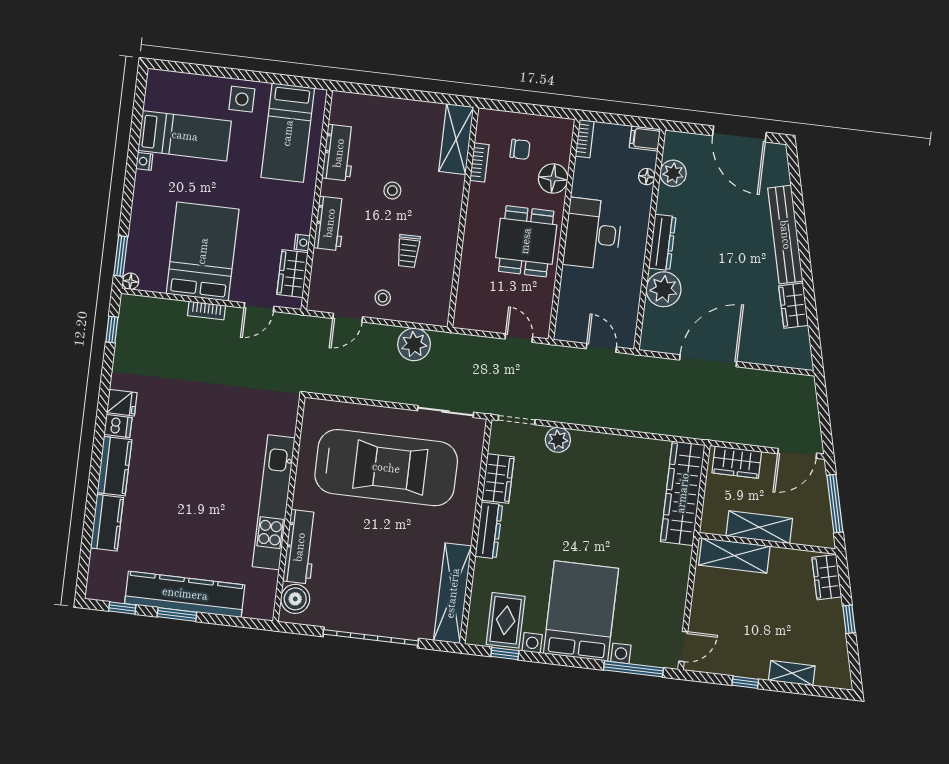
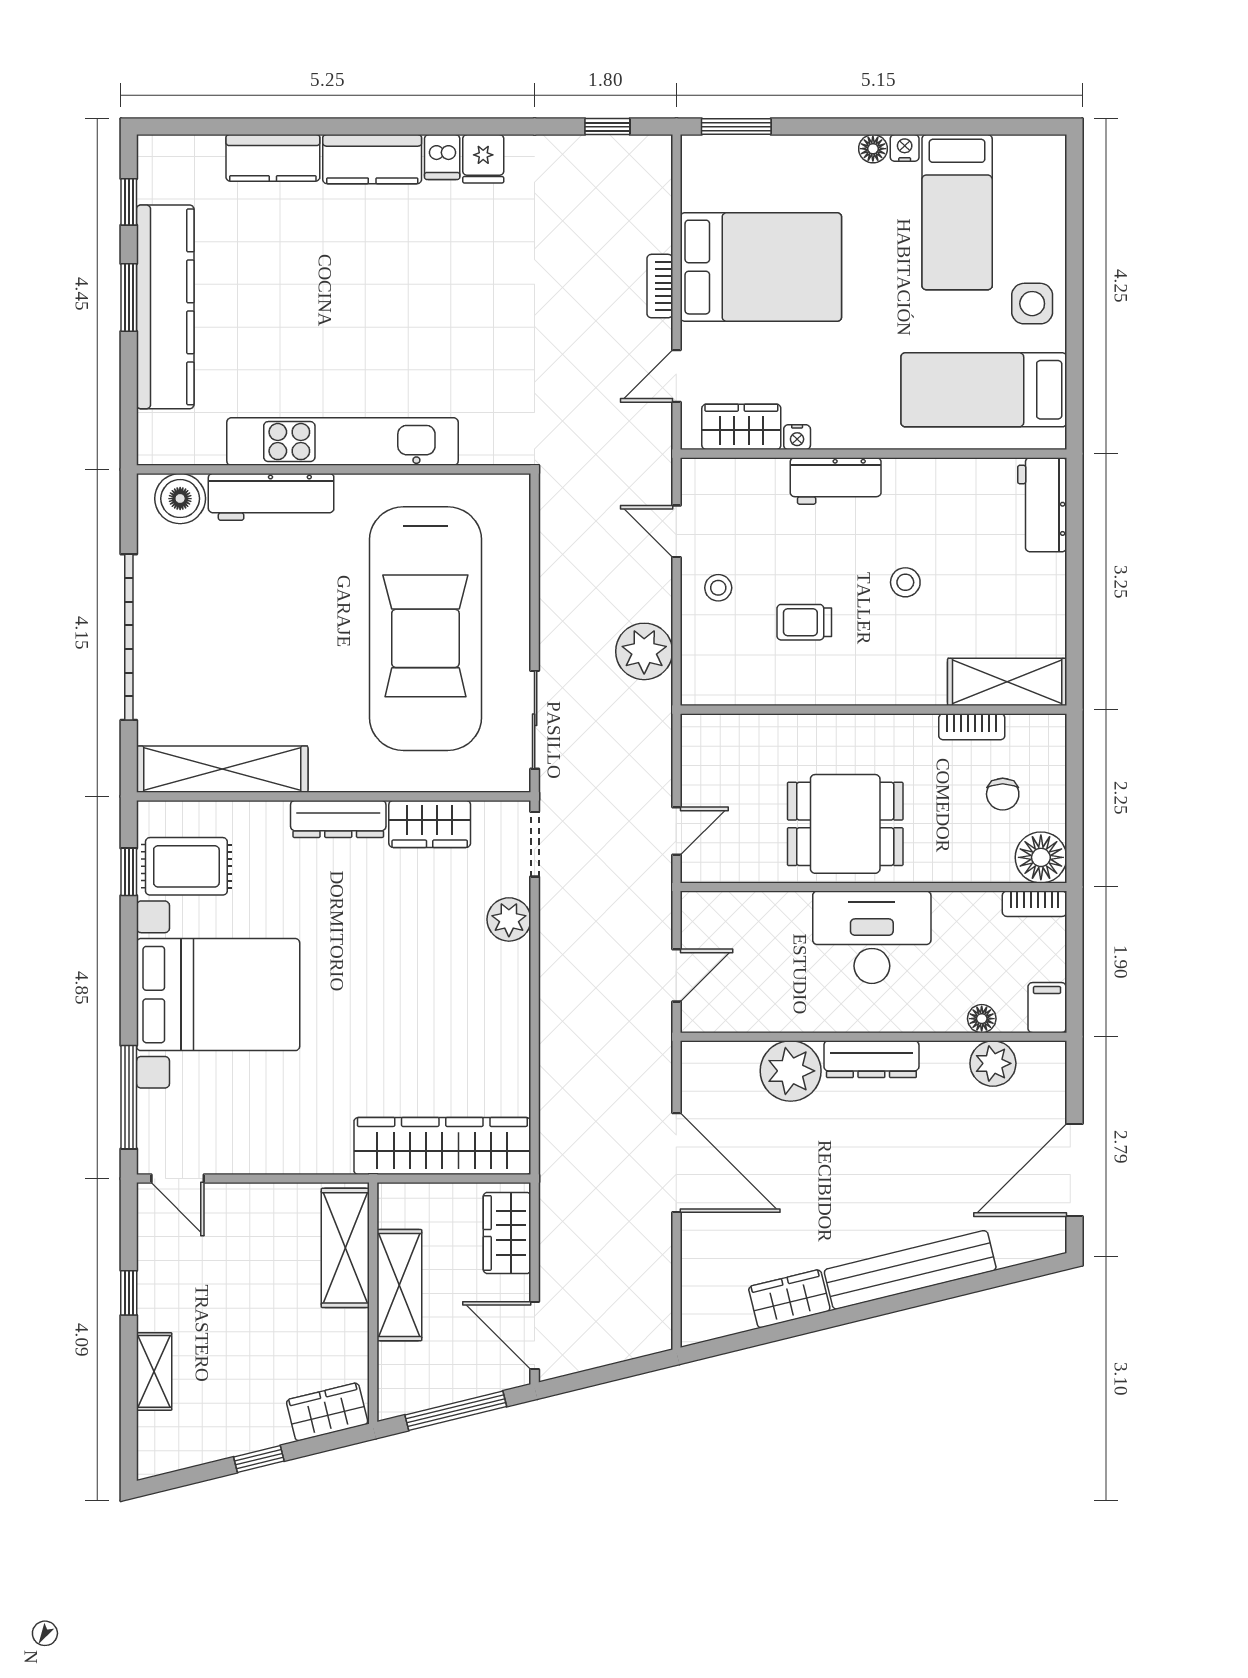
workbench: (339, 153) -> (1042, 505), moved, turned 90
floor lamp: (553, 178) -> (1041, 857), moved
floor lamp: (130, 281) -> (873, 149), moved
door: (259, 307) -> (676, 376), hinge flipped

